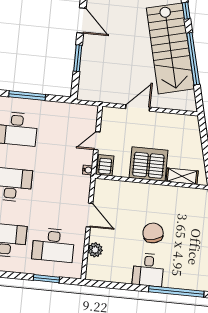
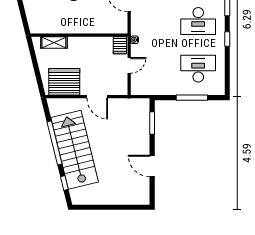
window: (78, 58) -> (152, 123), moved
door: (138, 108) -> (97, 97), hinge flipped
server rack: (149, 164) -> (64, 82), moved, turned 180

